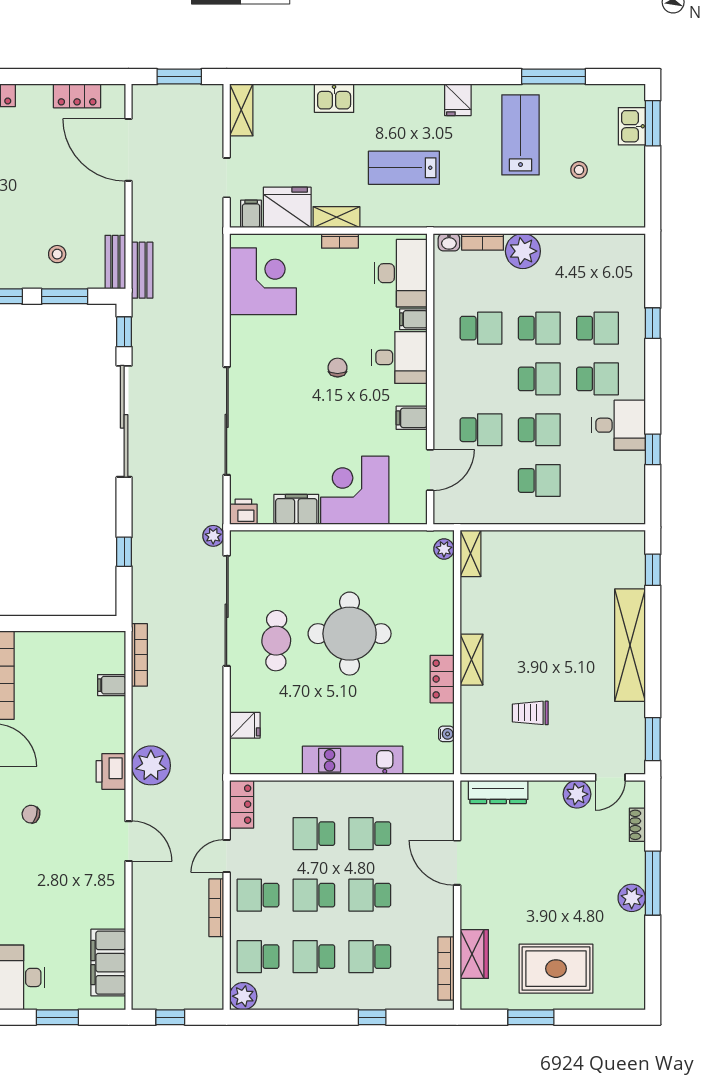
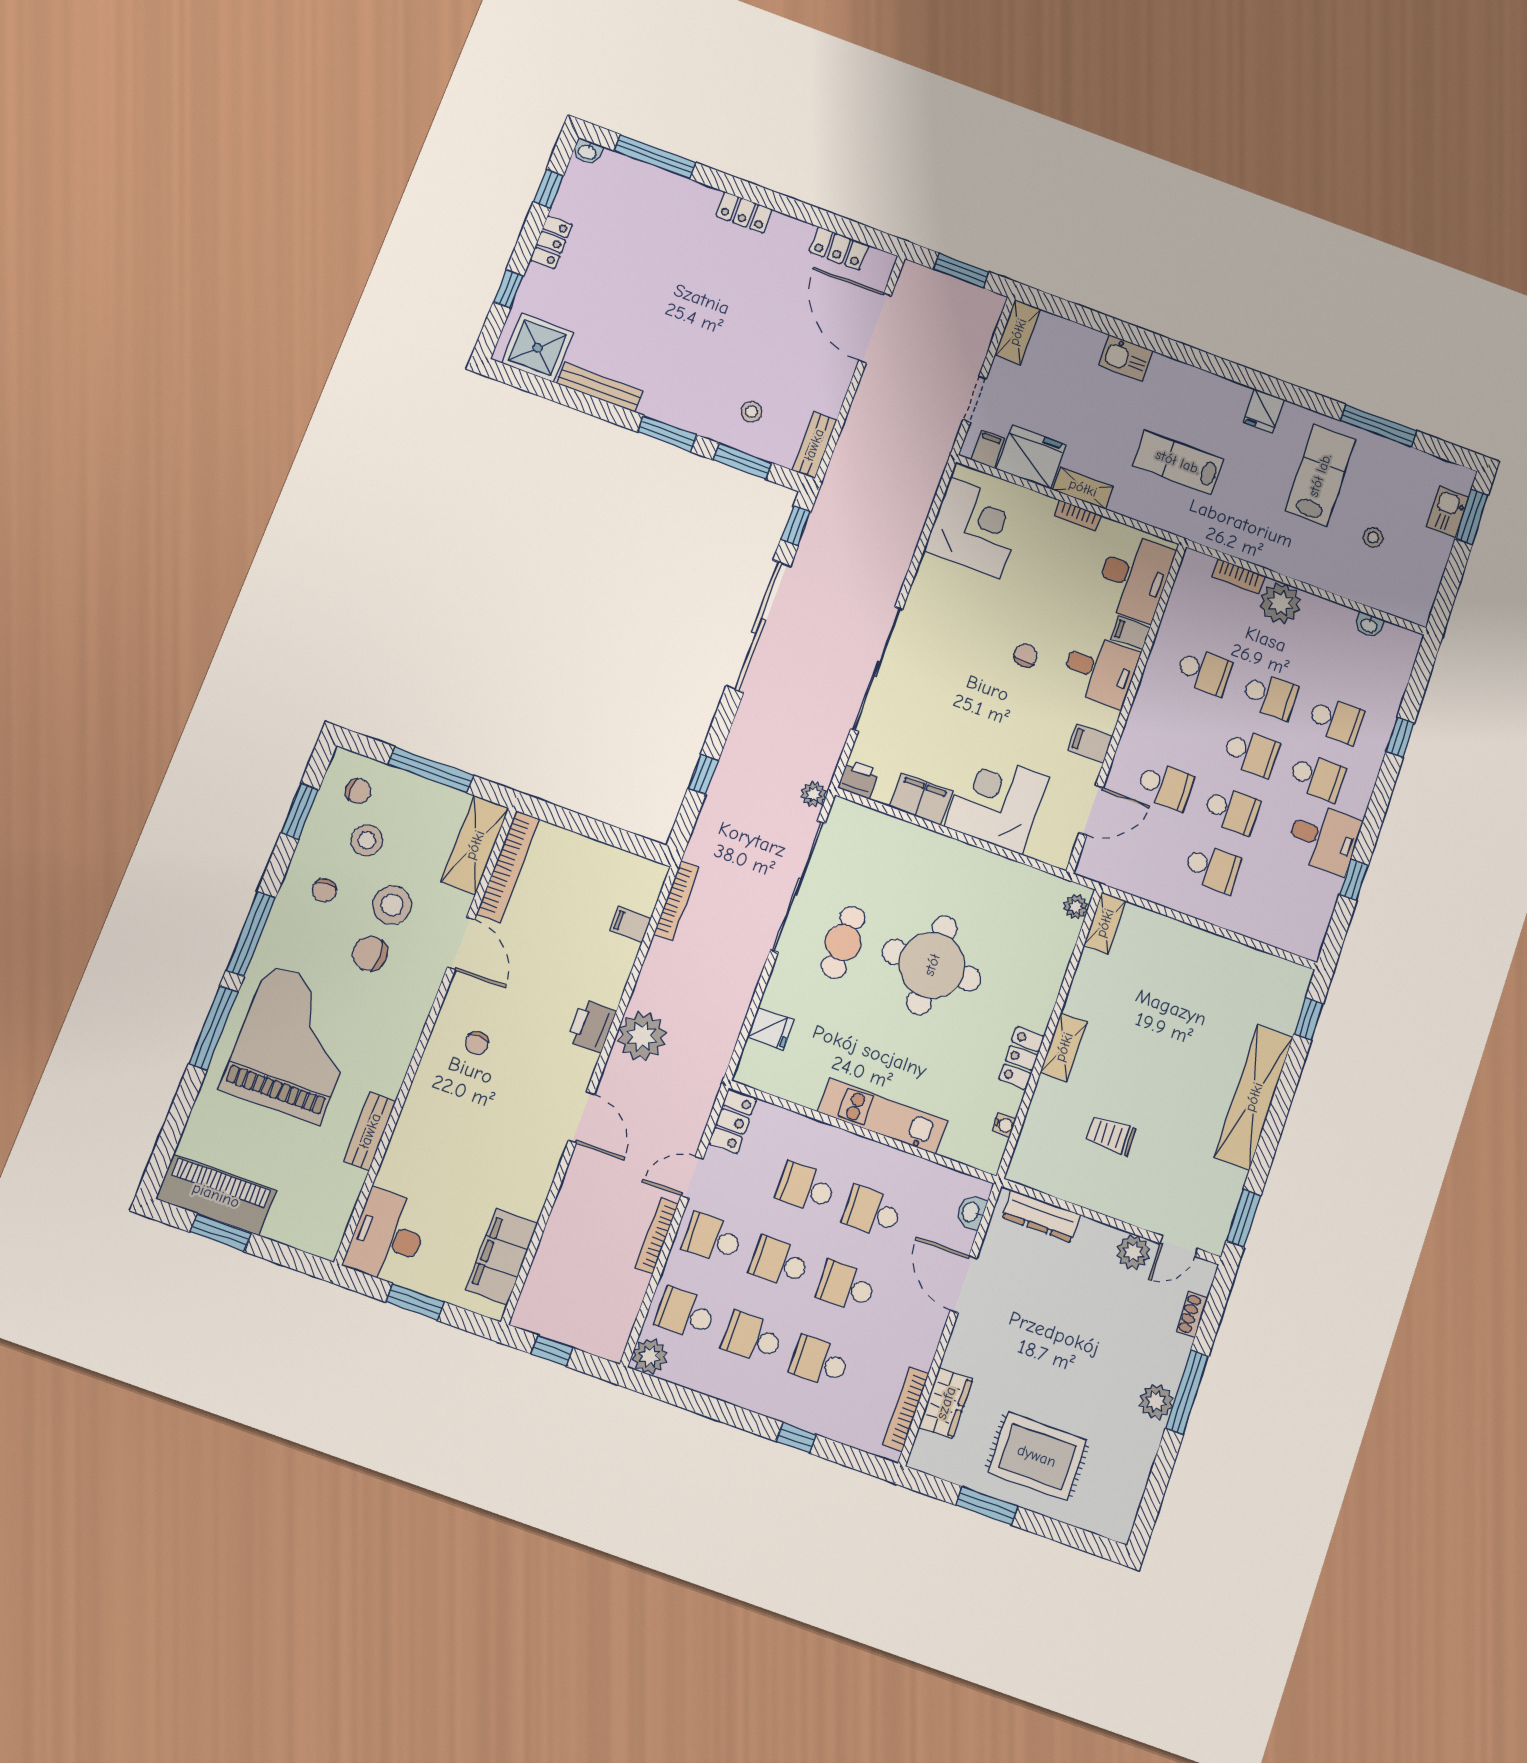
washbasin: (449, 242) -> (1369, 625), moved
bench: (142, 270) -> (842, 465), removed
washbasin: (444, 808) -> (971, 1212), added
chair: (31, 814) -> (477, 1043), turned -107

